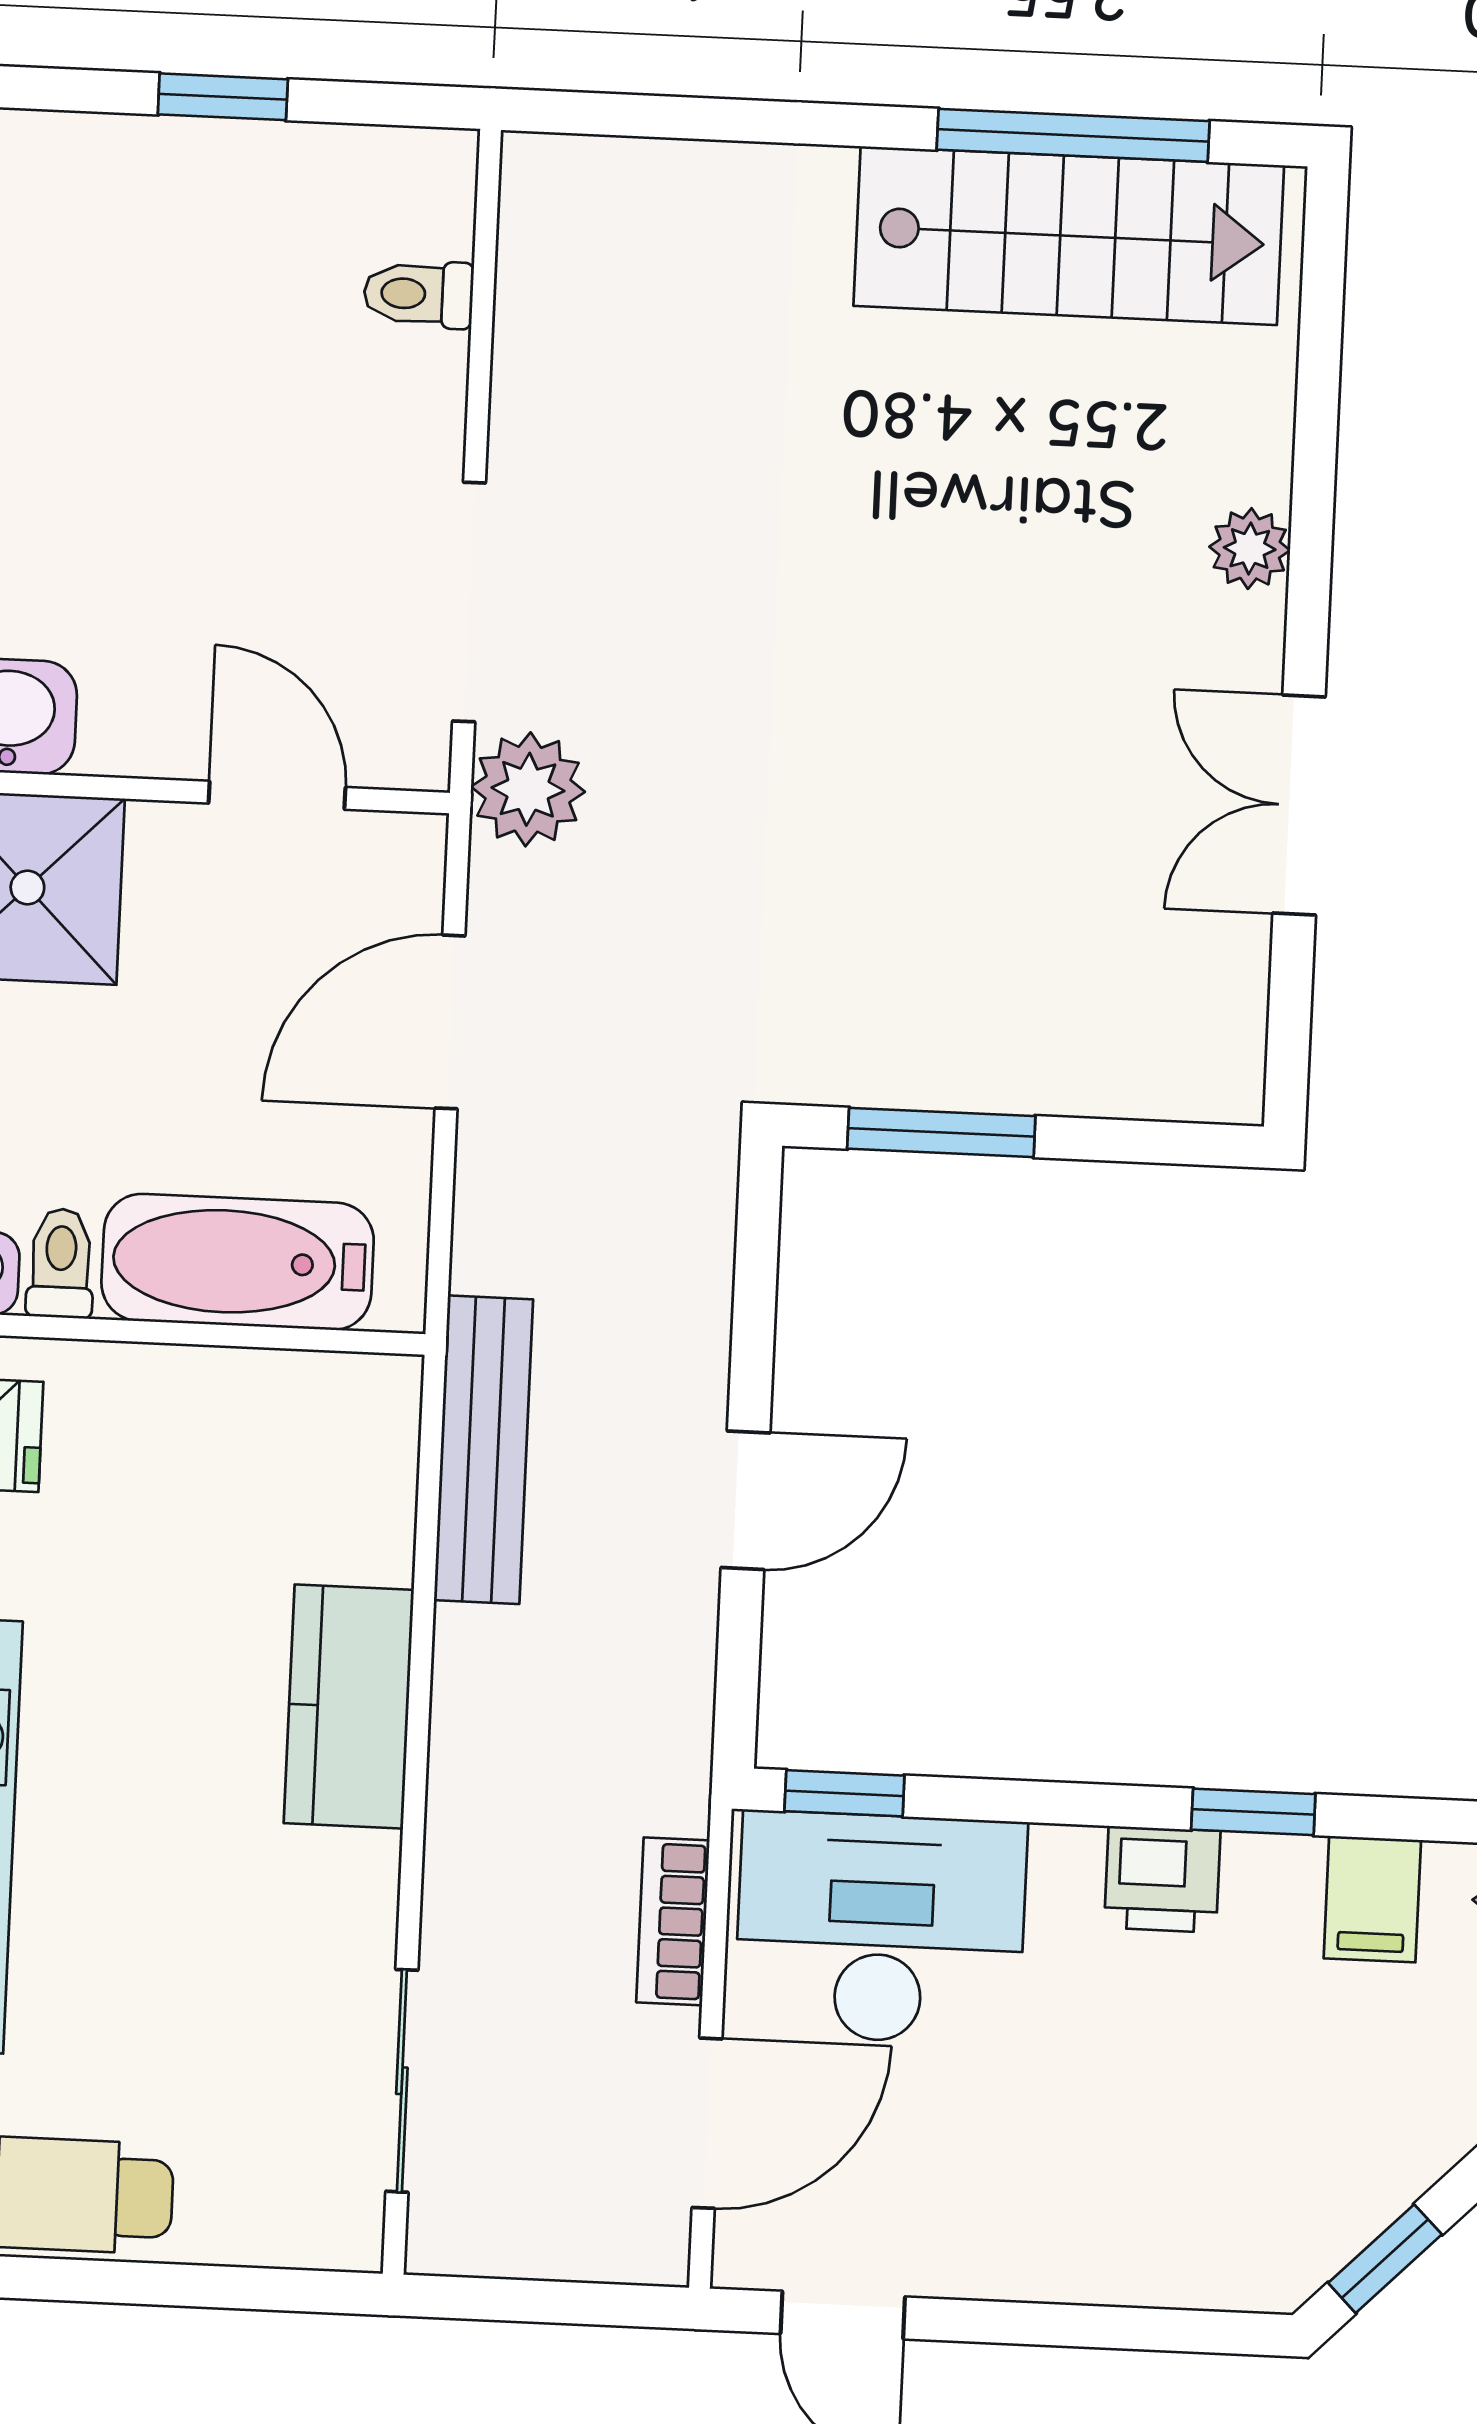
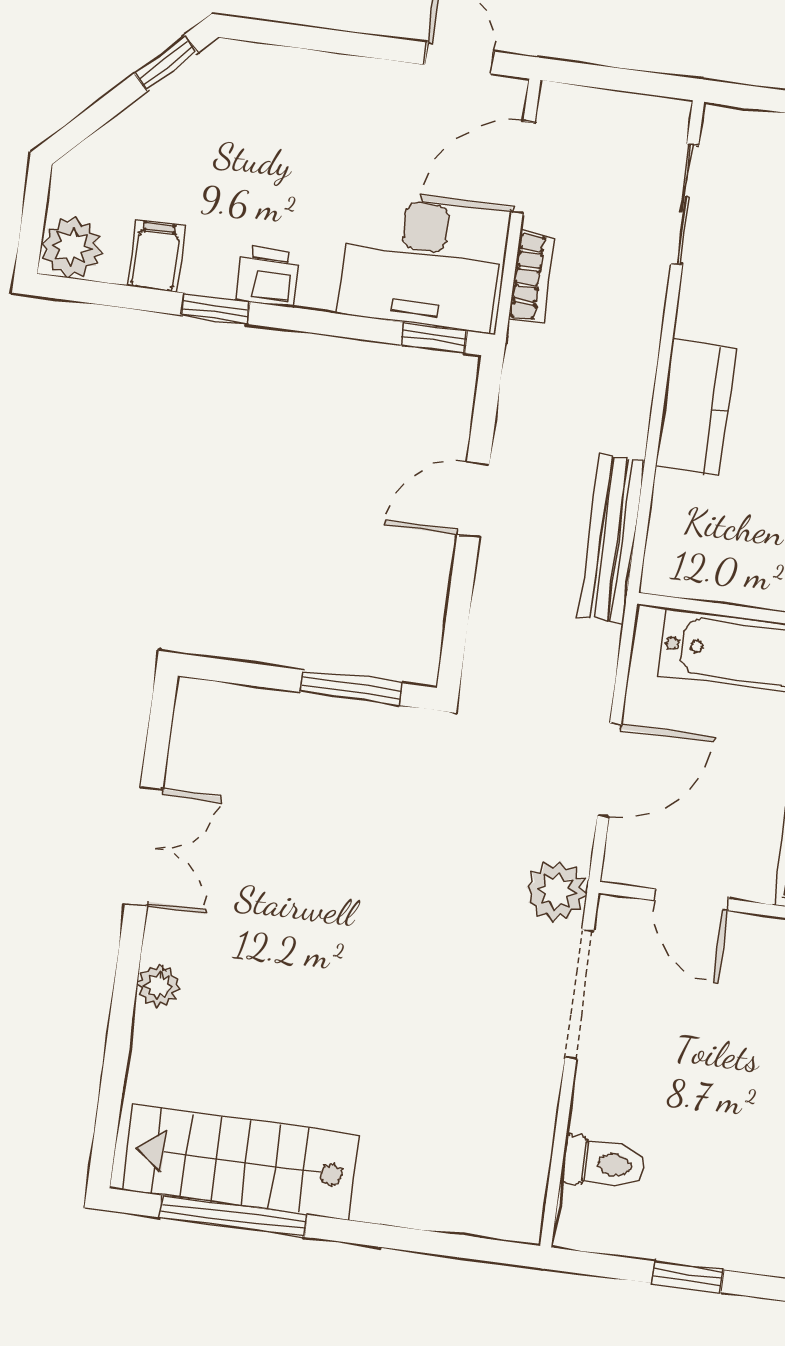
toilet: (418, 294) -> (603, 1163), width x1.37, depth x1.39

